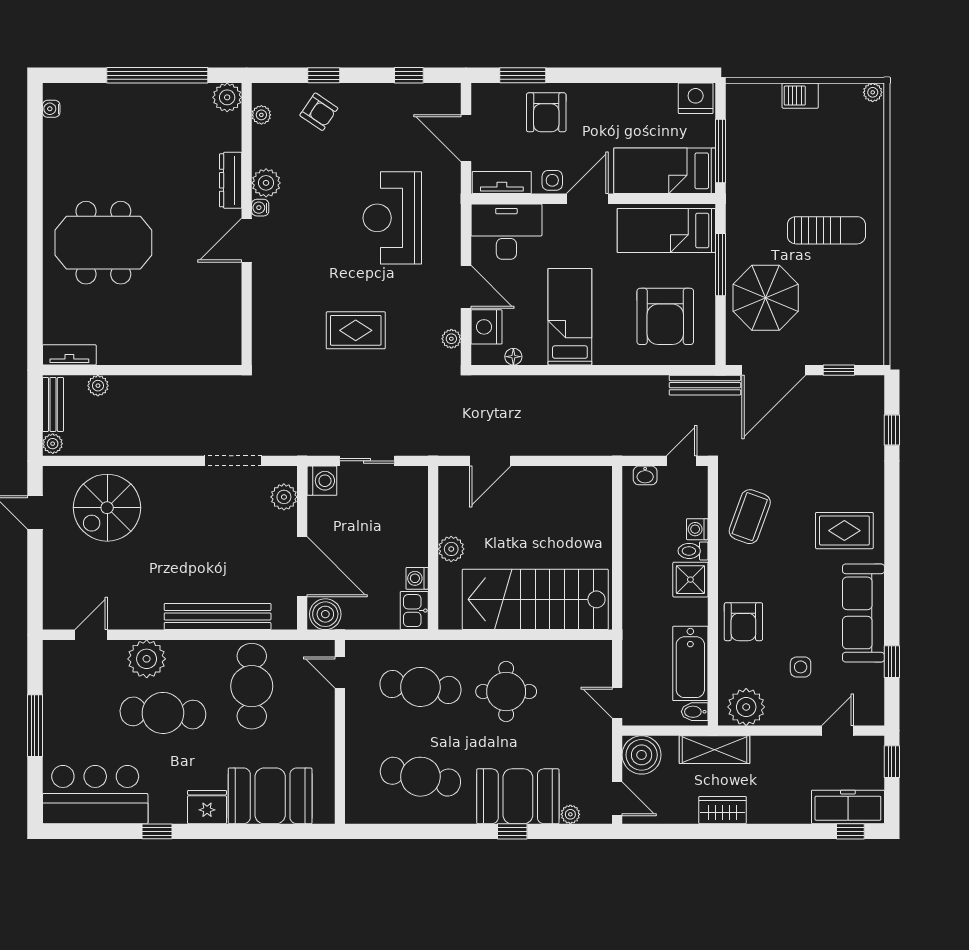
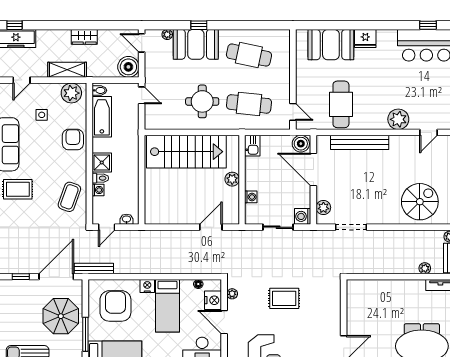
nightstand: (607, 353) -> (147, 286), added
washing machine: (417, 578) -> (251, 197), moved
cafe table: (163, 713) -> (389, 90), removed
shelving: (715, 750) -> (67, 70), moved
window: (157, 831) -> (428, 25), moved

